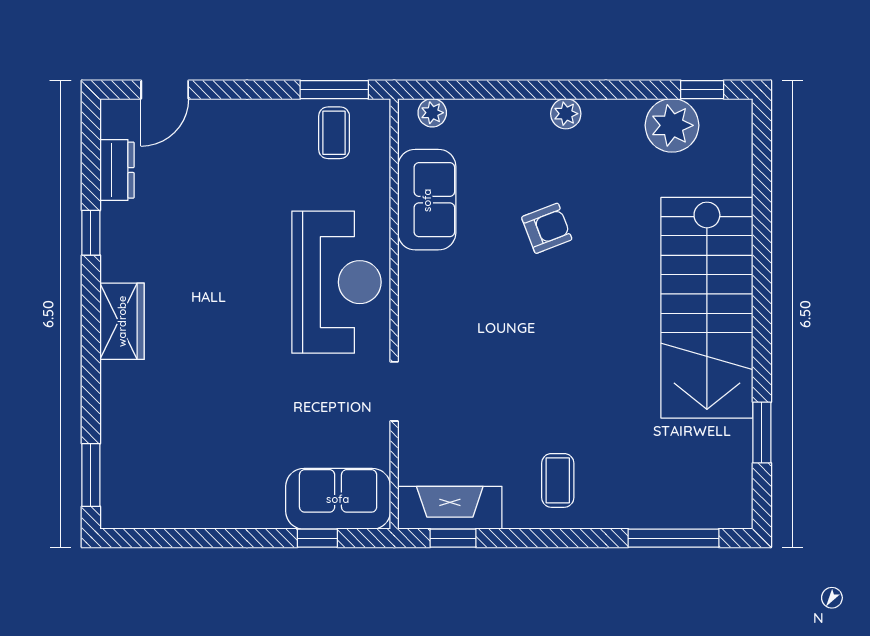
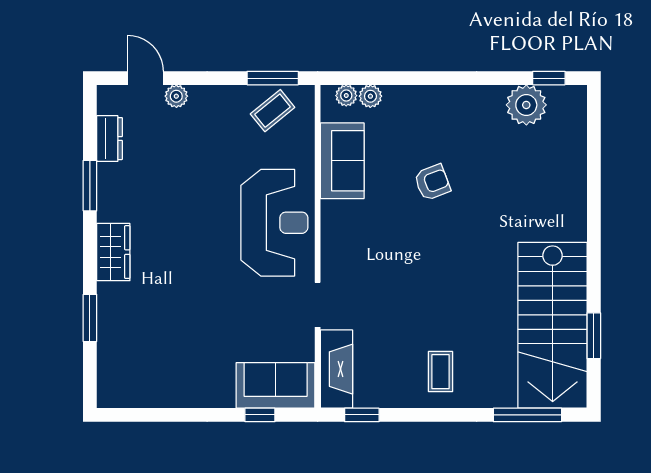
door: (165, 90) -> (145, 78), swing flipped
plant: (206, 114) -> (176, 96), added
plant: (566, 114) -> (370, 96), moved
coffee table: (334, 133) -> (273, 111), turned 51
window: (91, 233) -> (90, 186), width x1.50
stairs: (707, 308) -> (553, 325), moved
window: (91, 475) -> (90, 318), moved
fireplace: (450, 508) -> (336, 369), moved, turned 90

